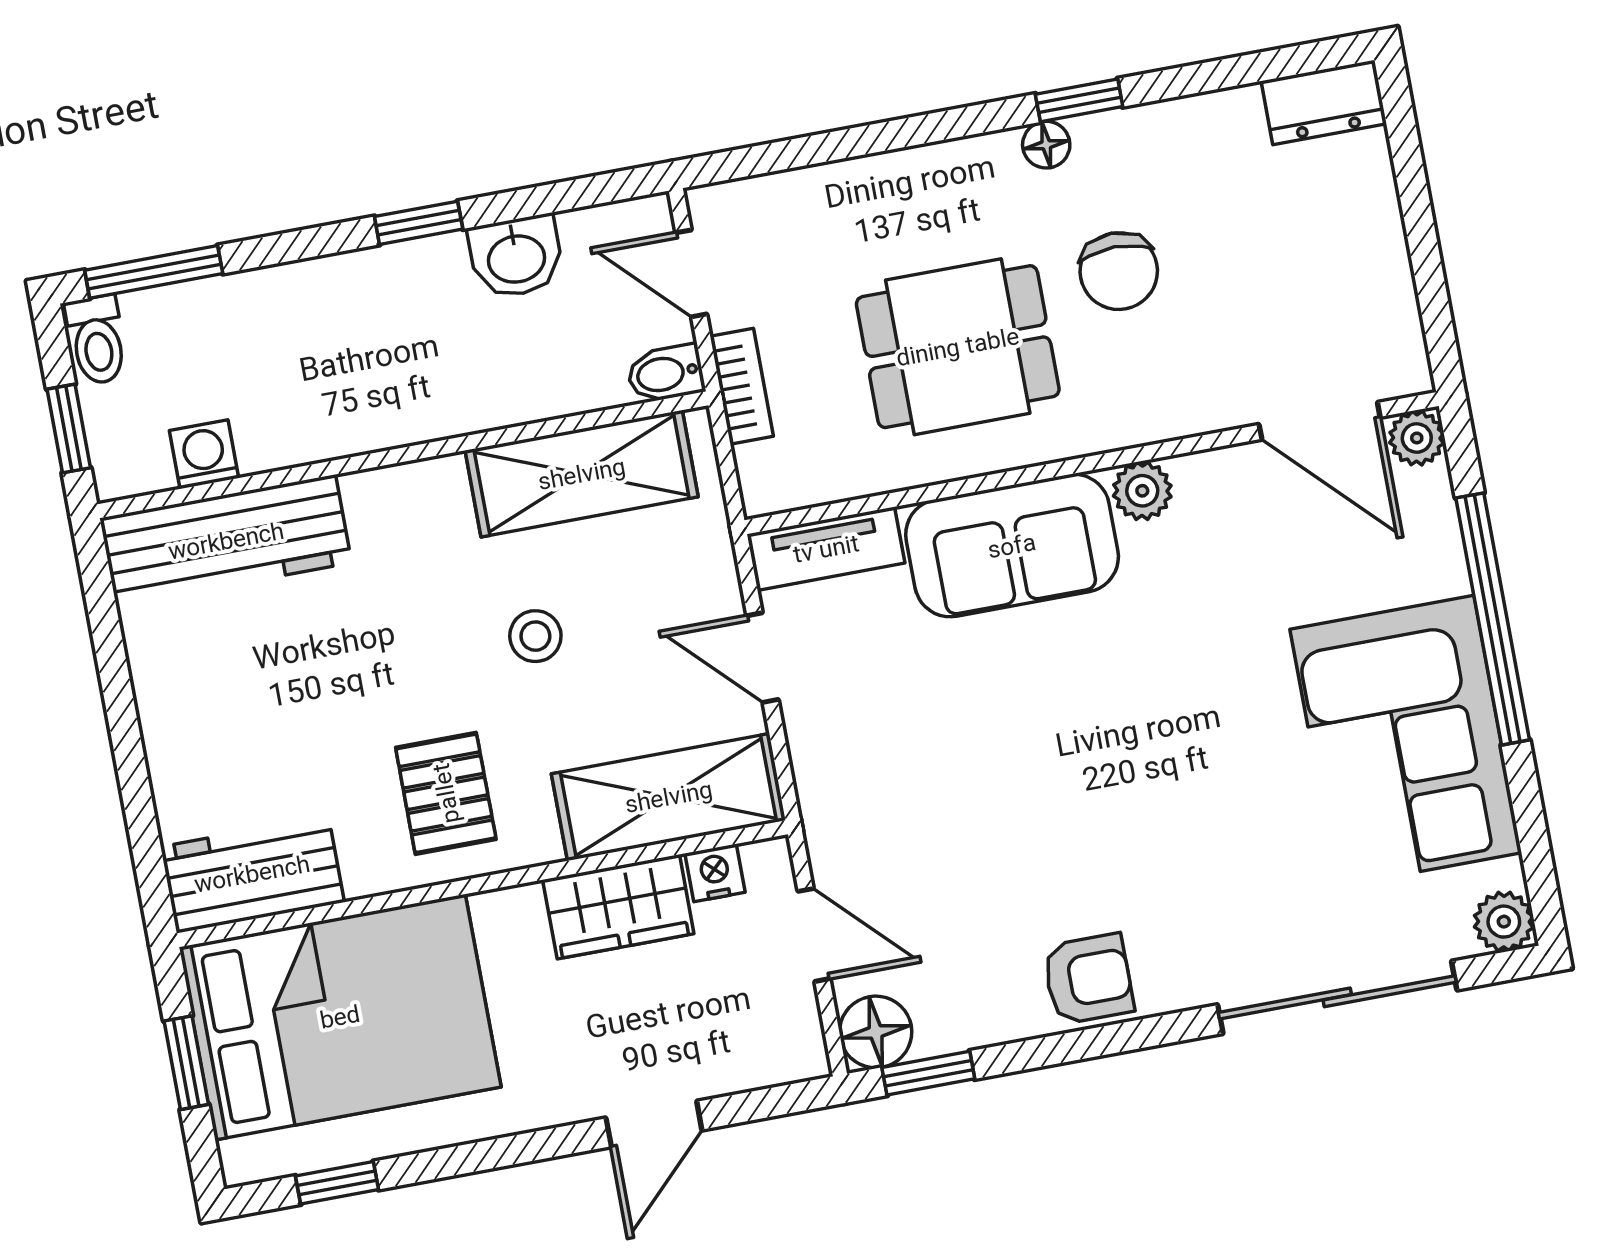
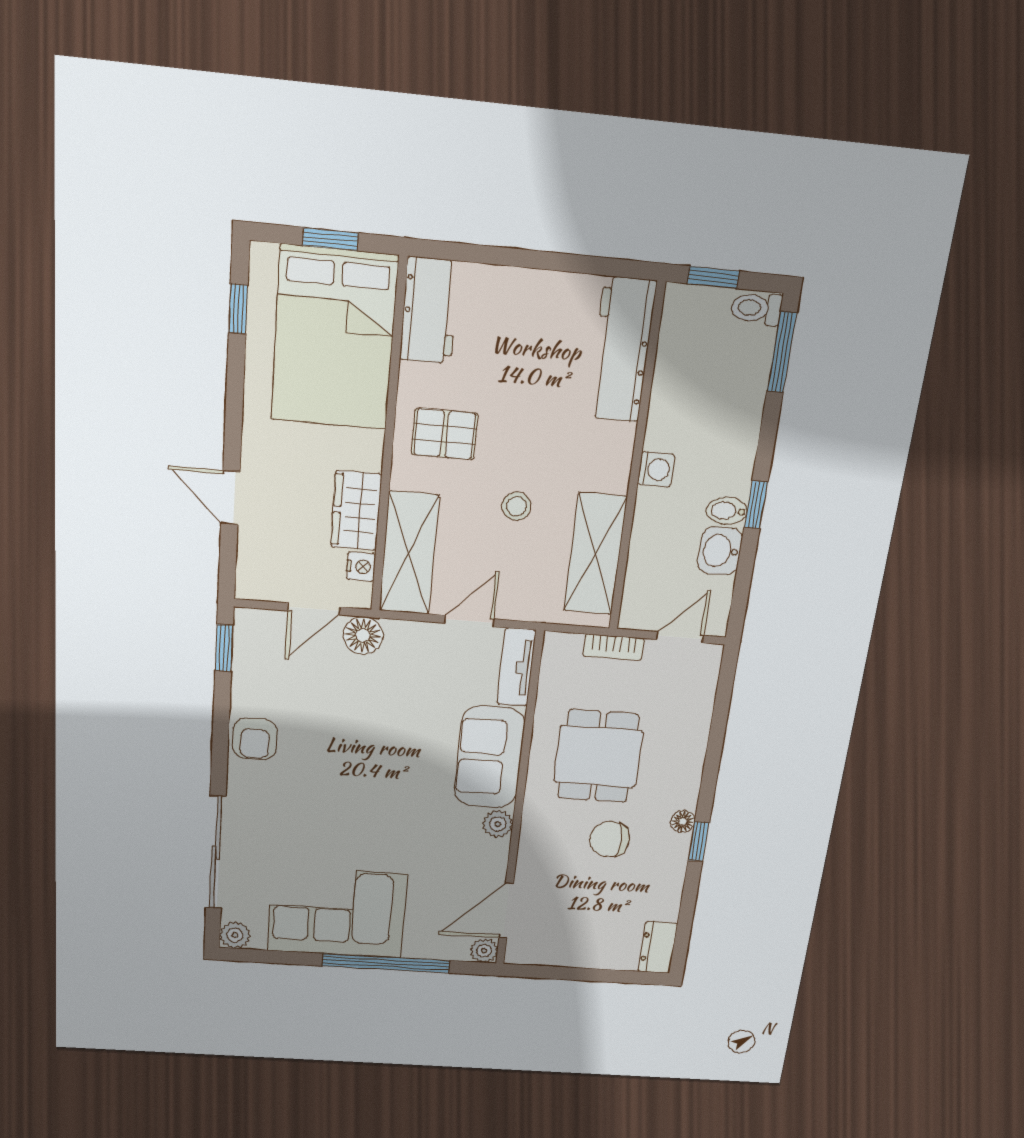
bidet: (666, 374) -> (727, 511), moved, turned -90
washing machine: (204, 454) -> (656, 469), moved
floor lamp: (876, 1032) -> (363, 635), moved

